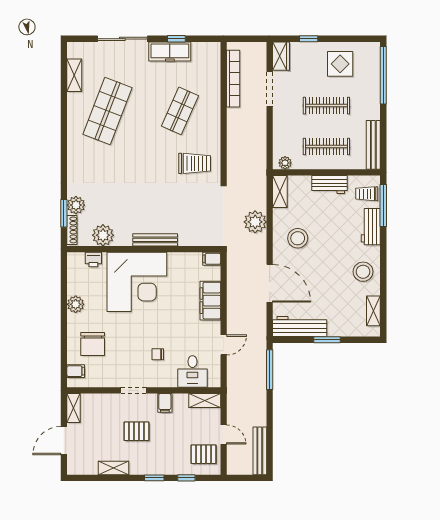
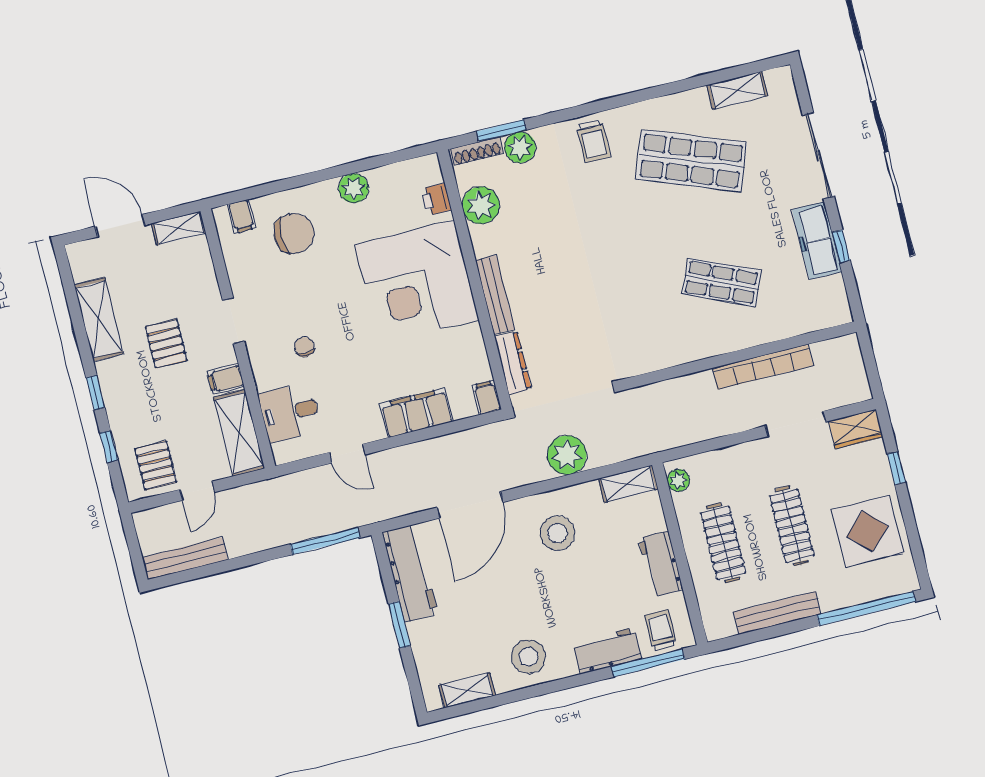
display table: (340, 64) -> (867, 531), width x1.36, depth x1.36
bookcase: (233, 79) -> (763, 367), moved
bench: (373, 145) -> (777, 613), moved
trolley: (195, 163) -> (594, 141), moved, width x0.73, depth x0.72
dresser: (196, 239) -> (513, 363), added
chair: (93, 344) -> (294, 233), turned 180
shelving: (205, 401) -> (239, 433), width x1.50, depth x1.33
shelving: (114, 468) -> (99, 319), width x1.50, depth x1.33

